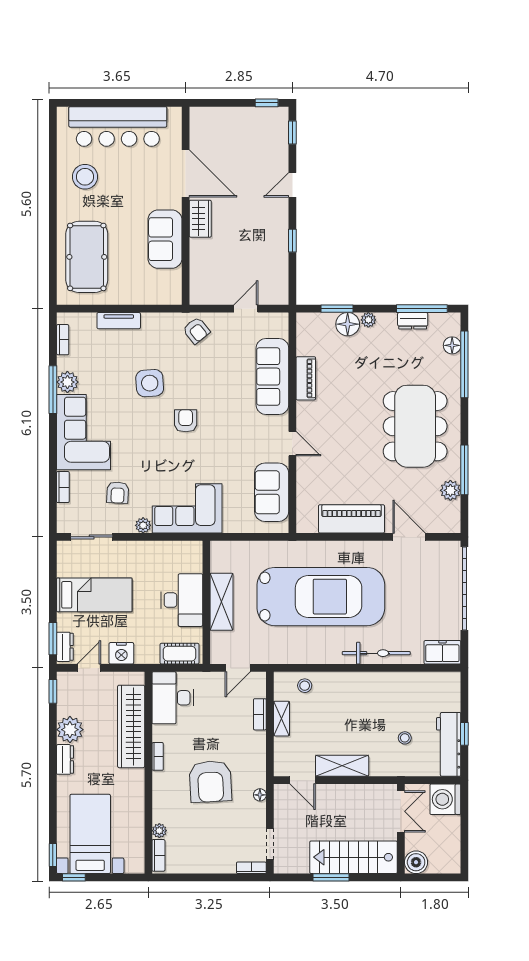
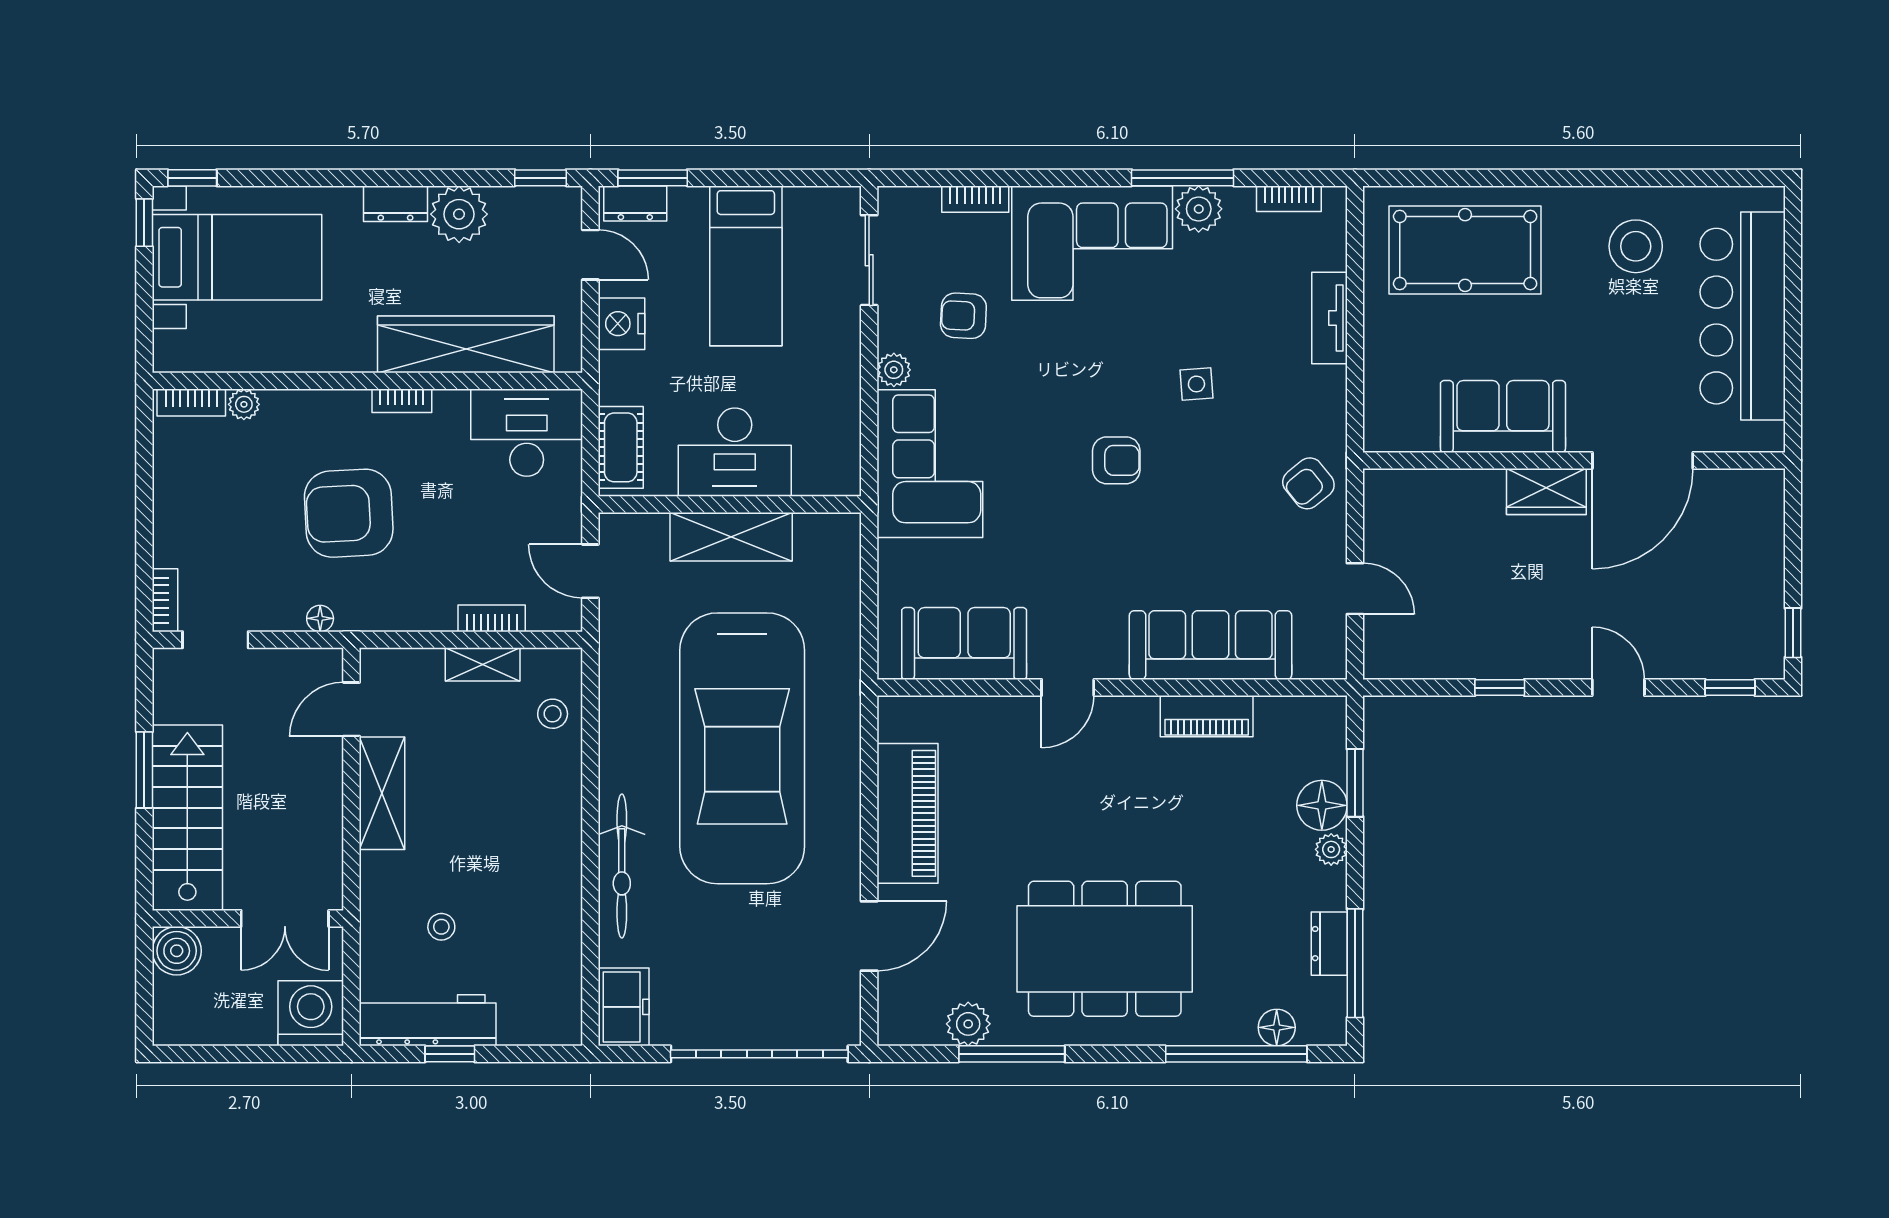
side table: (150, 383) -> (1196, 384), width x0.54, depth x0.54

